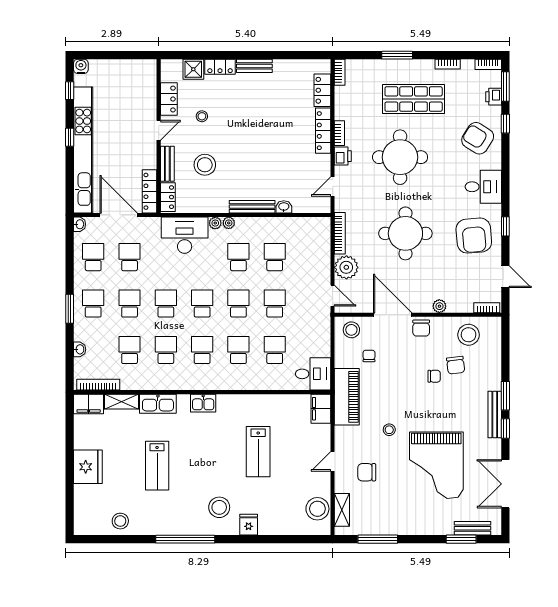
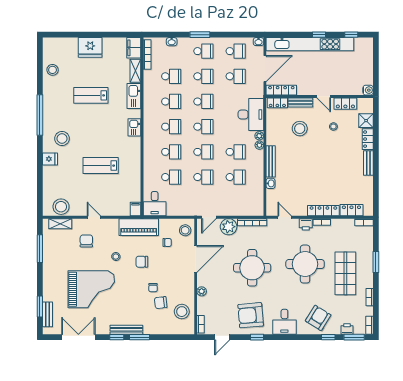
water cooler: (81, 66) -> (368, 90), moved
chair: (421, 328) -> (142, 262), moved
filing cabinet: (321, 409) -> (136, 209), width x0.50
grand piano: (436, 465) -> (91, 289), turned 180

